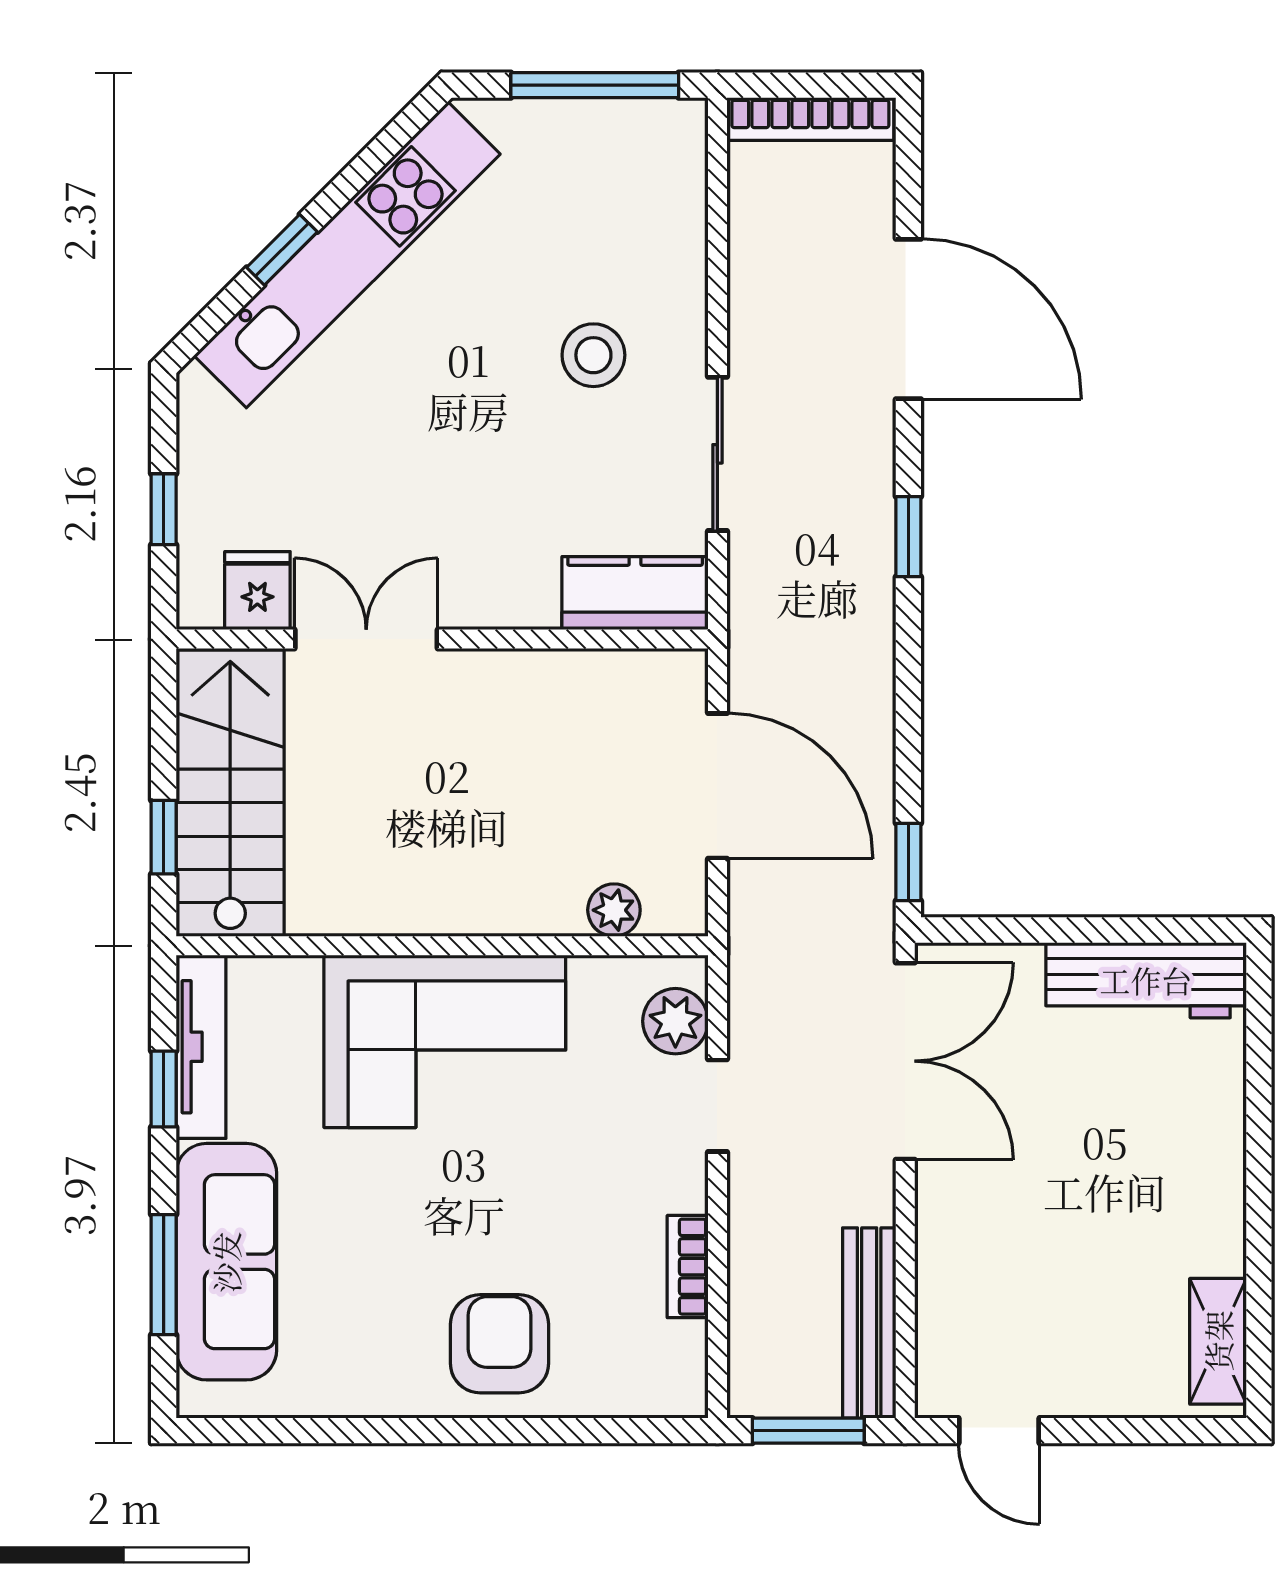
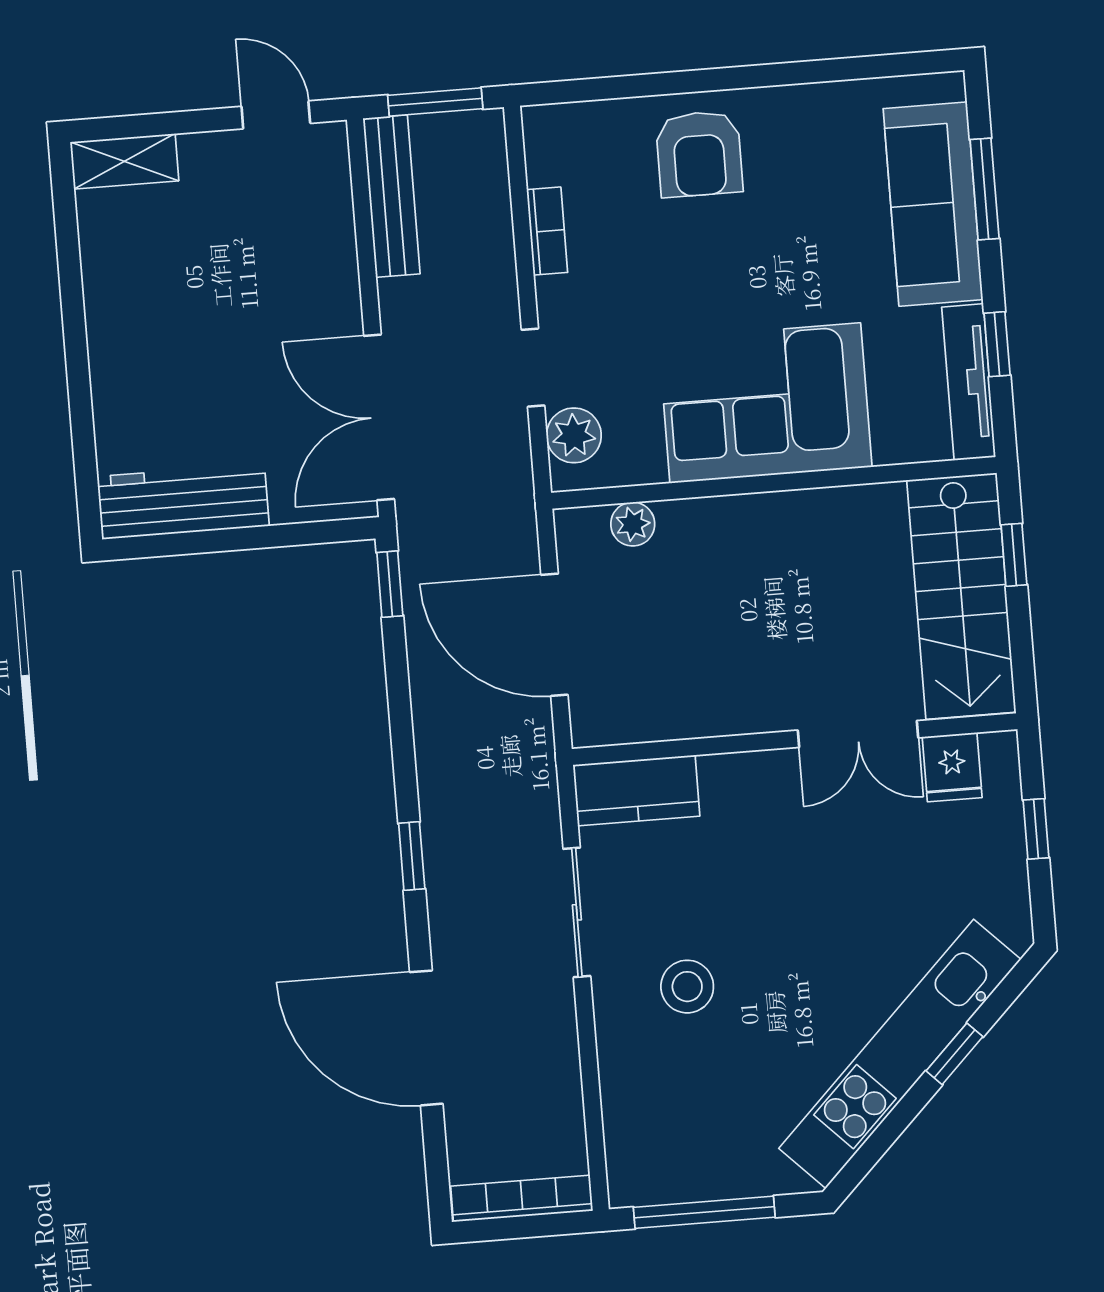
shelving: (1218, 1341) -> (124, 161), moved, turned 90

